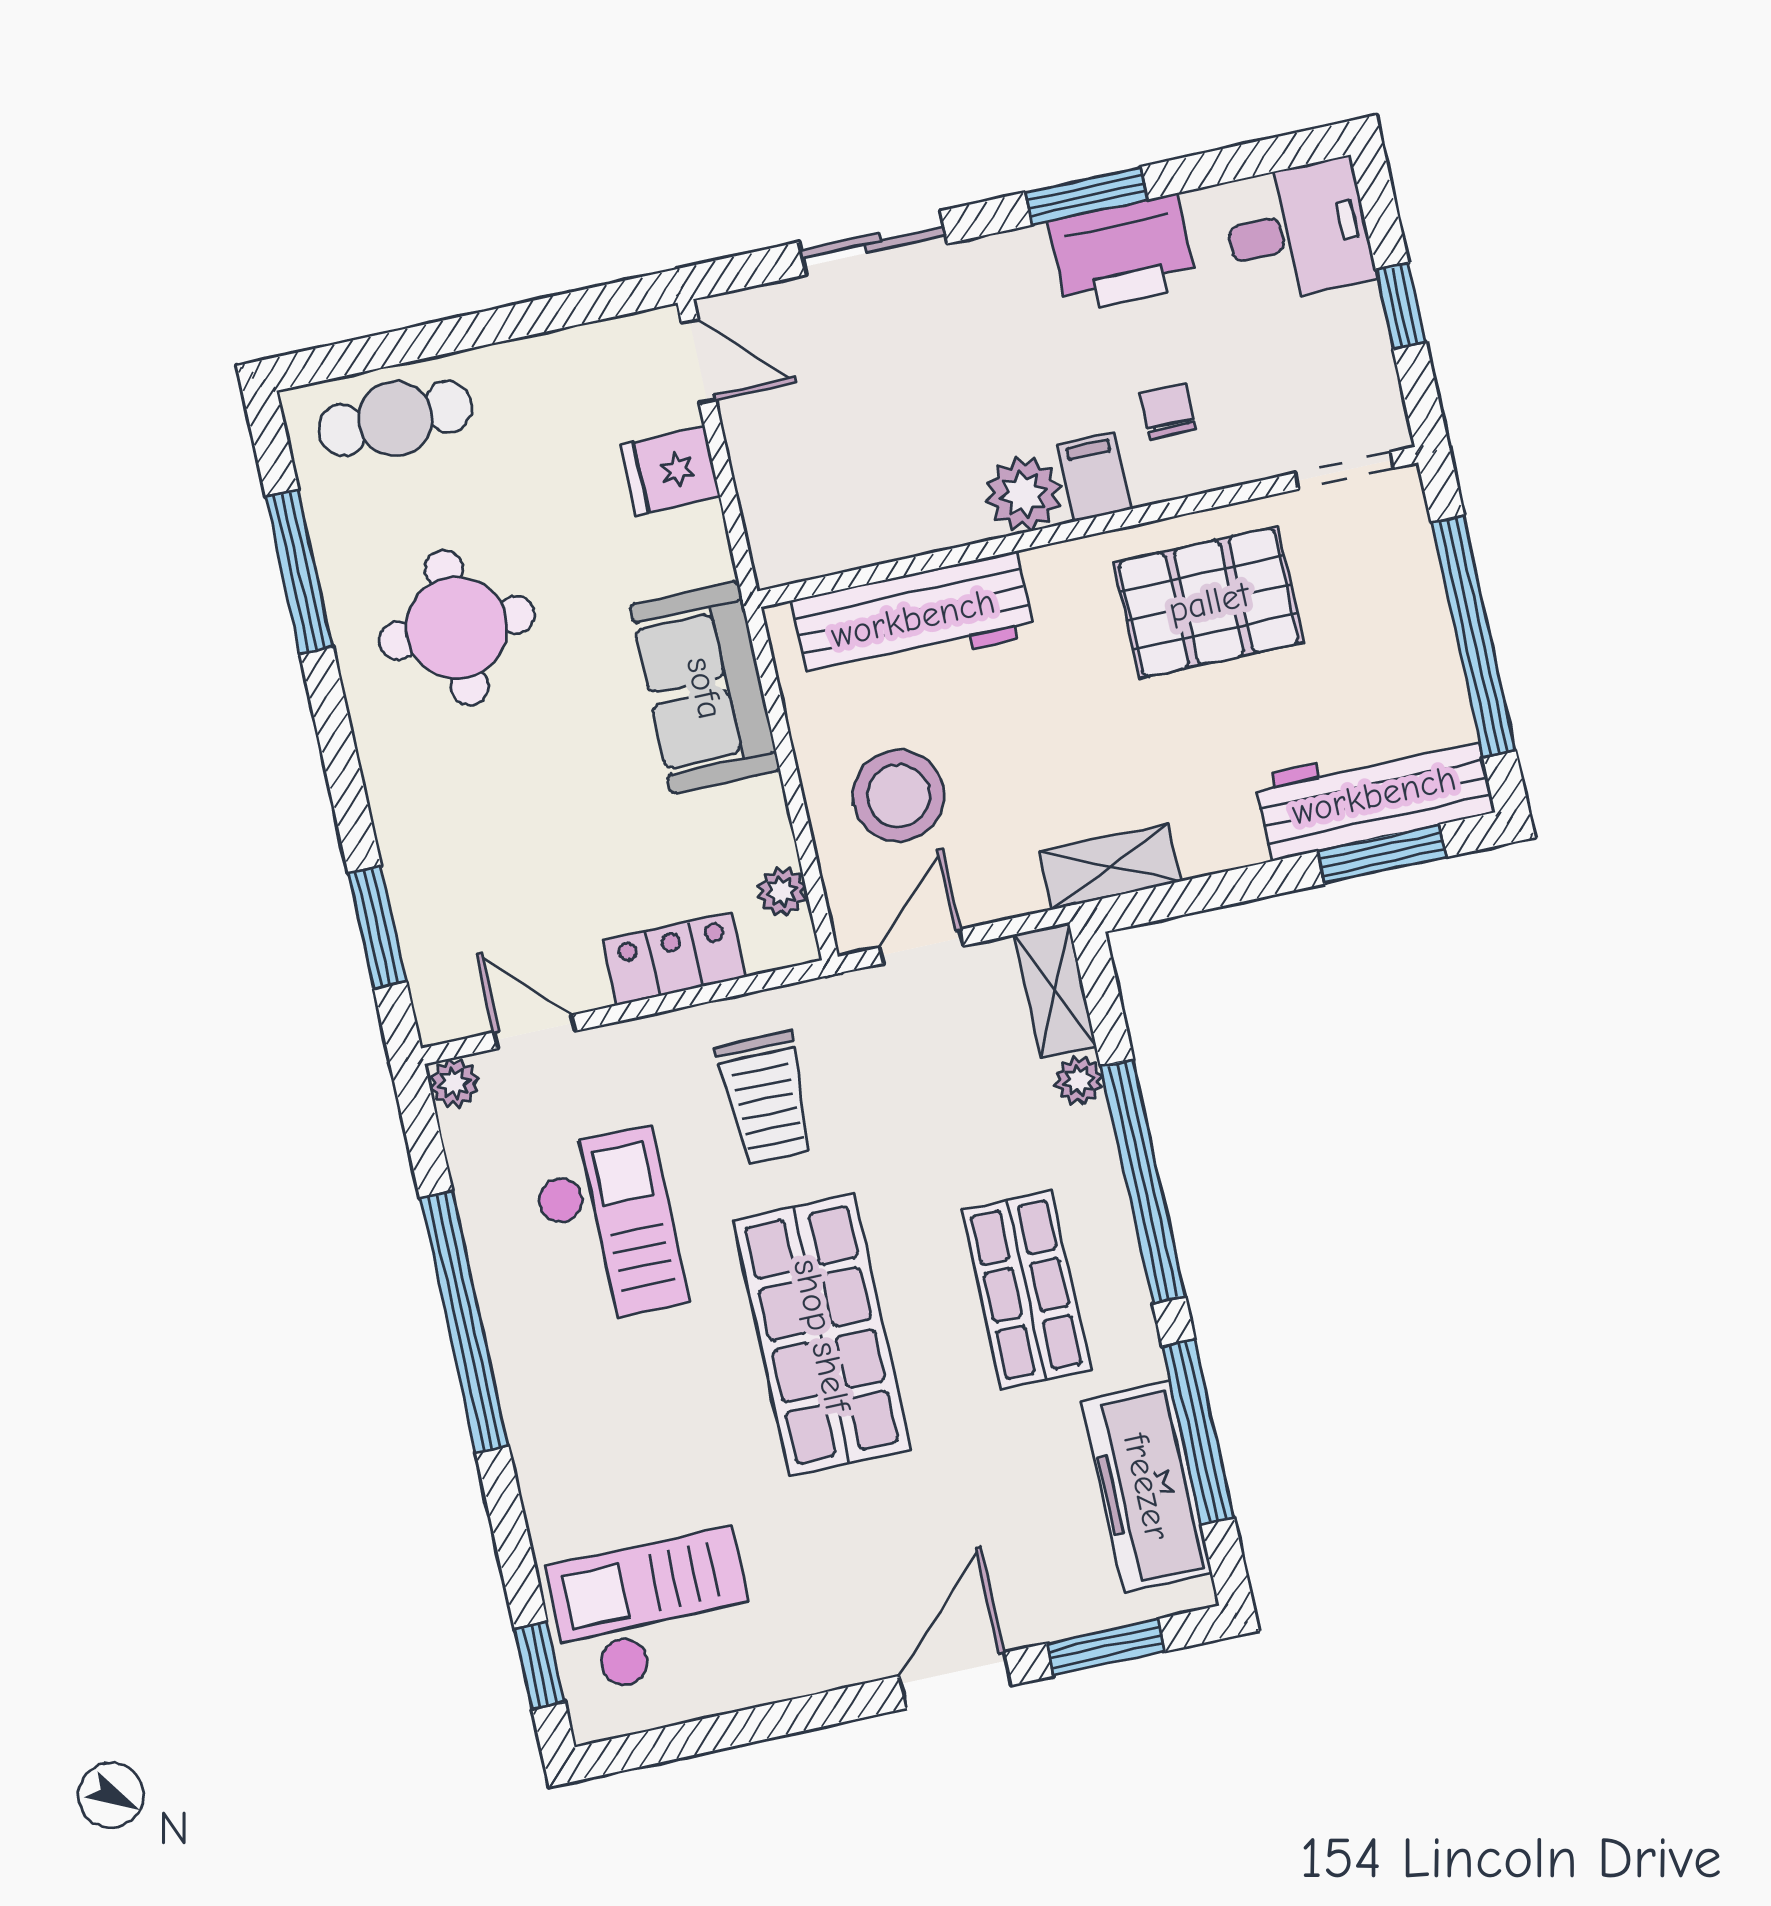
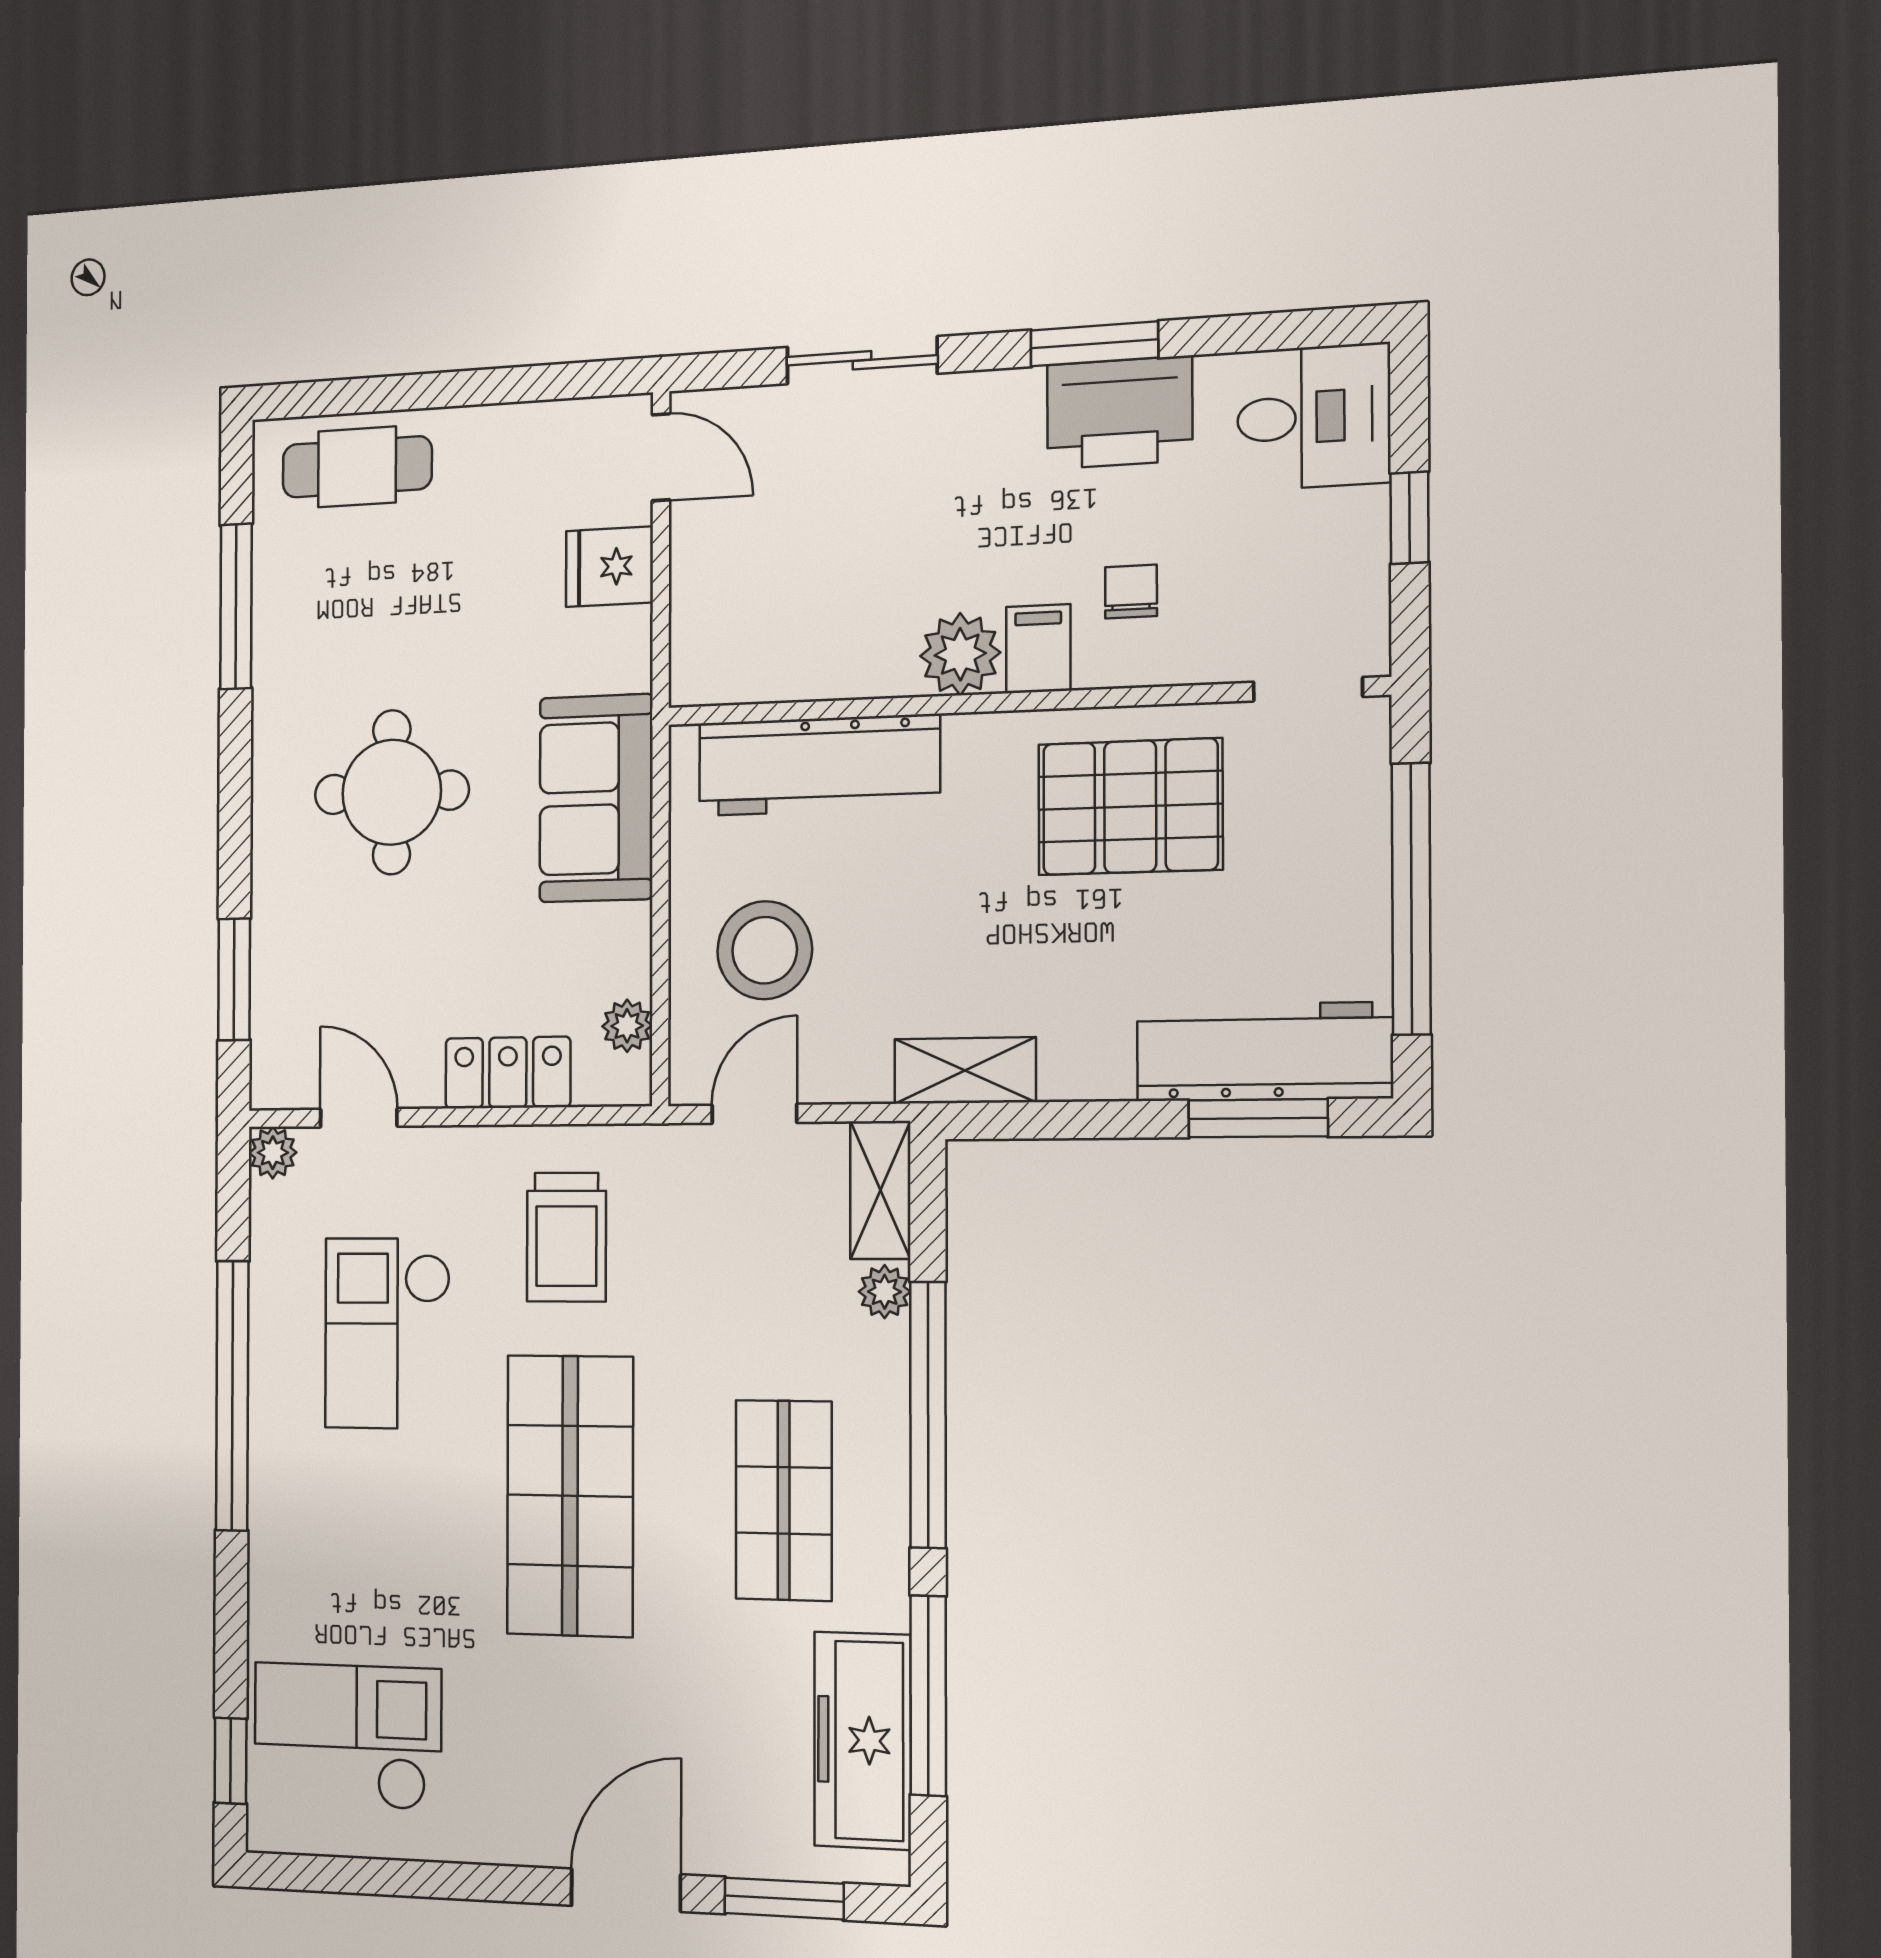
round table: (457, 628) -> (392, 792), moved
checkout: (609, 1227) -> (387, 1333), turned 180

